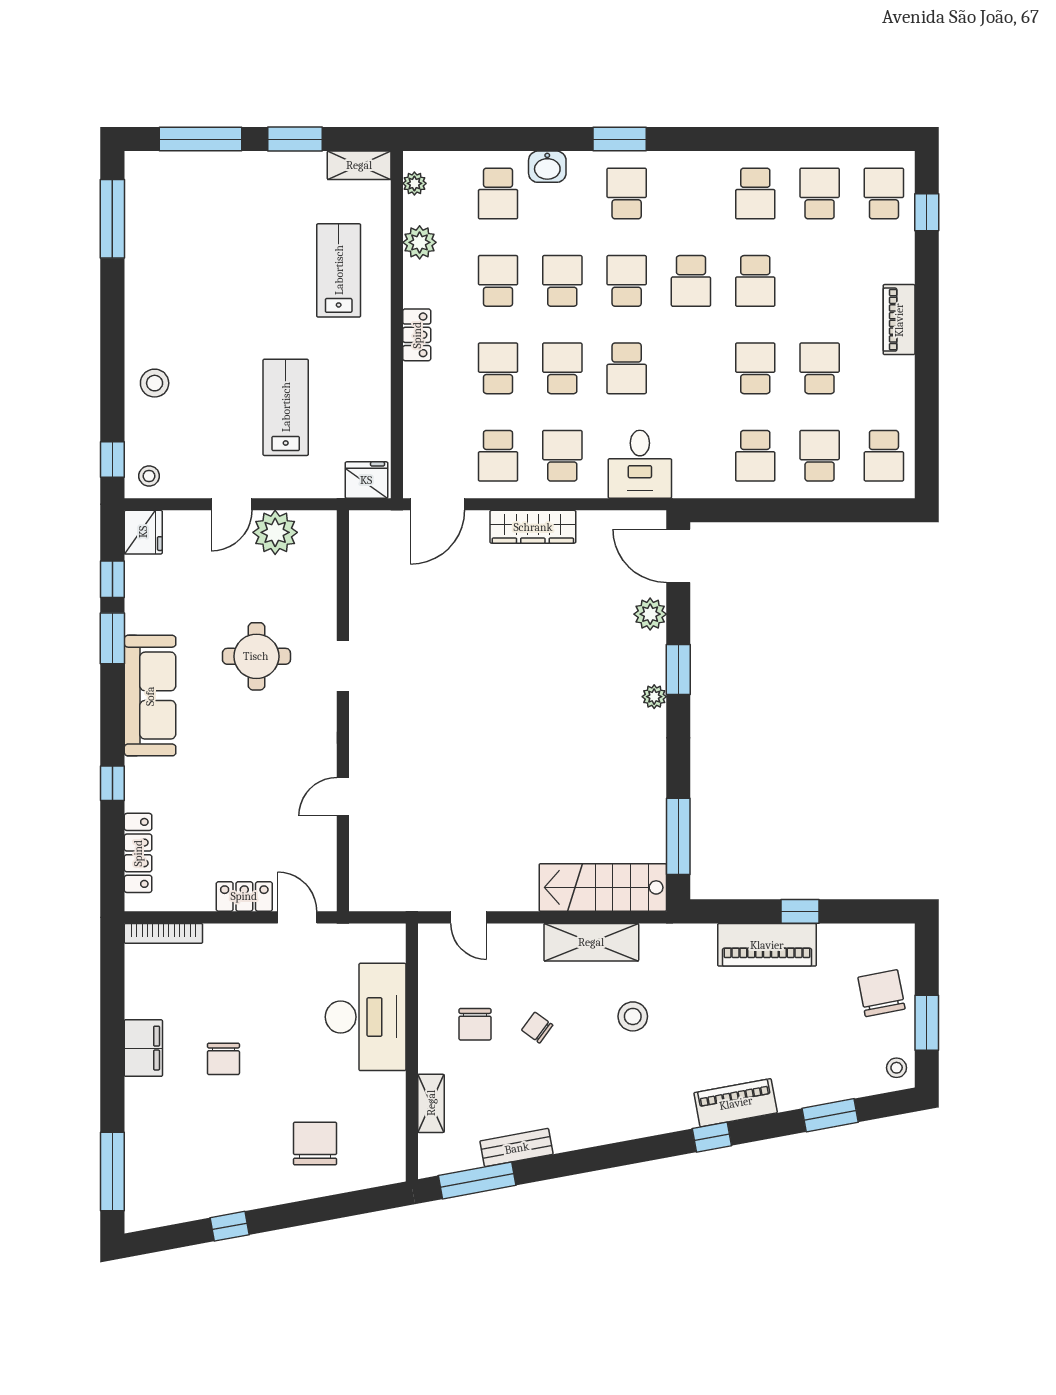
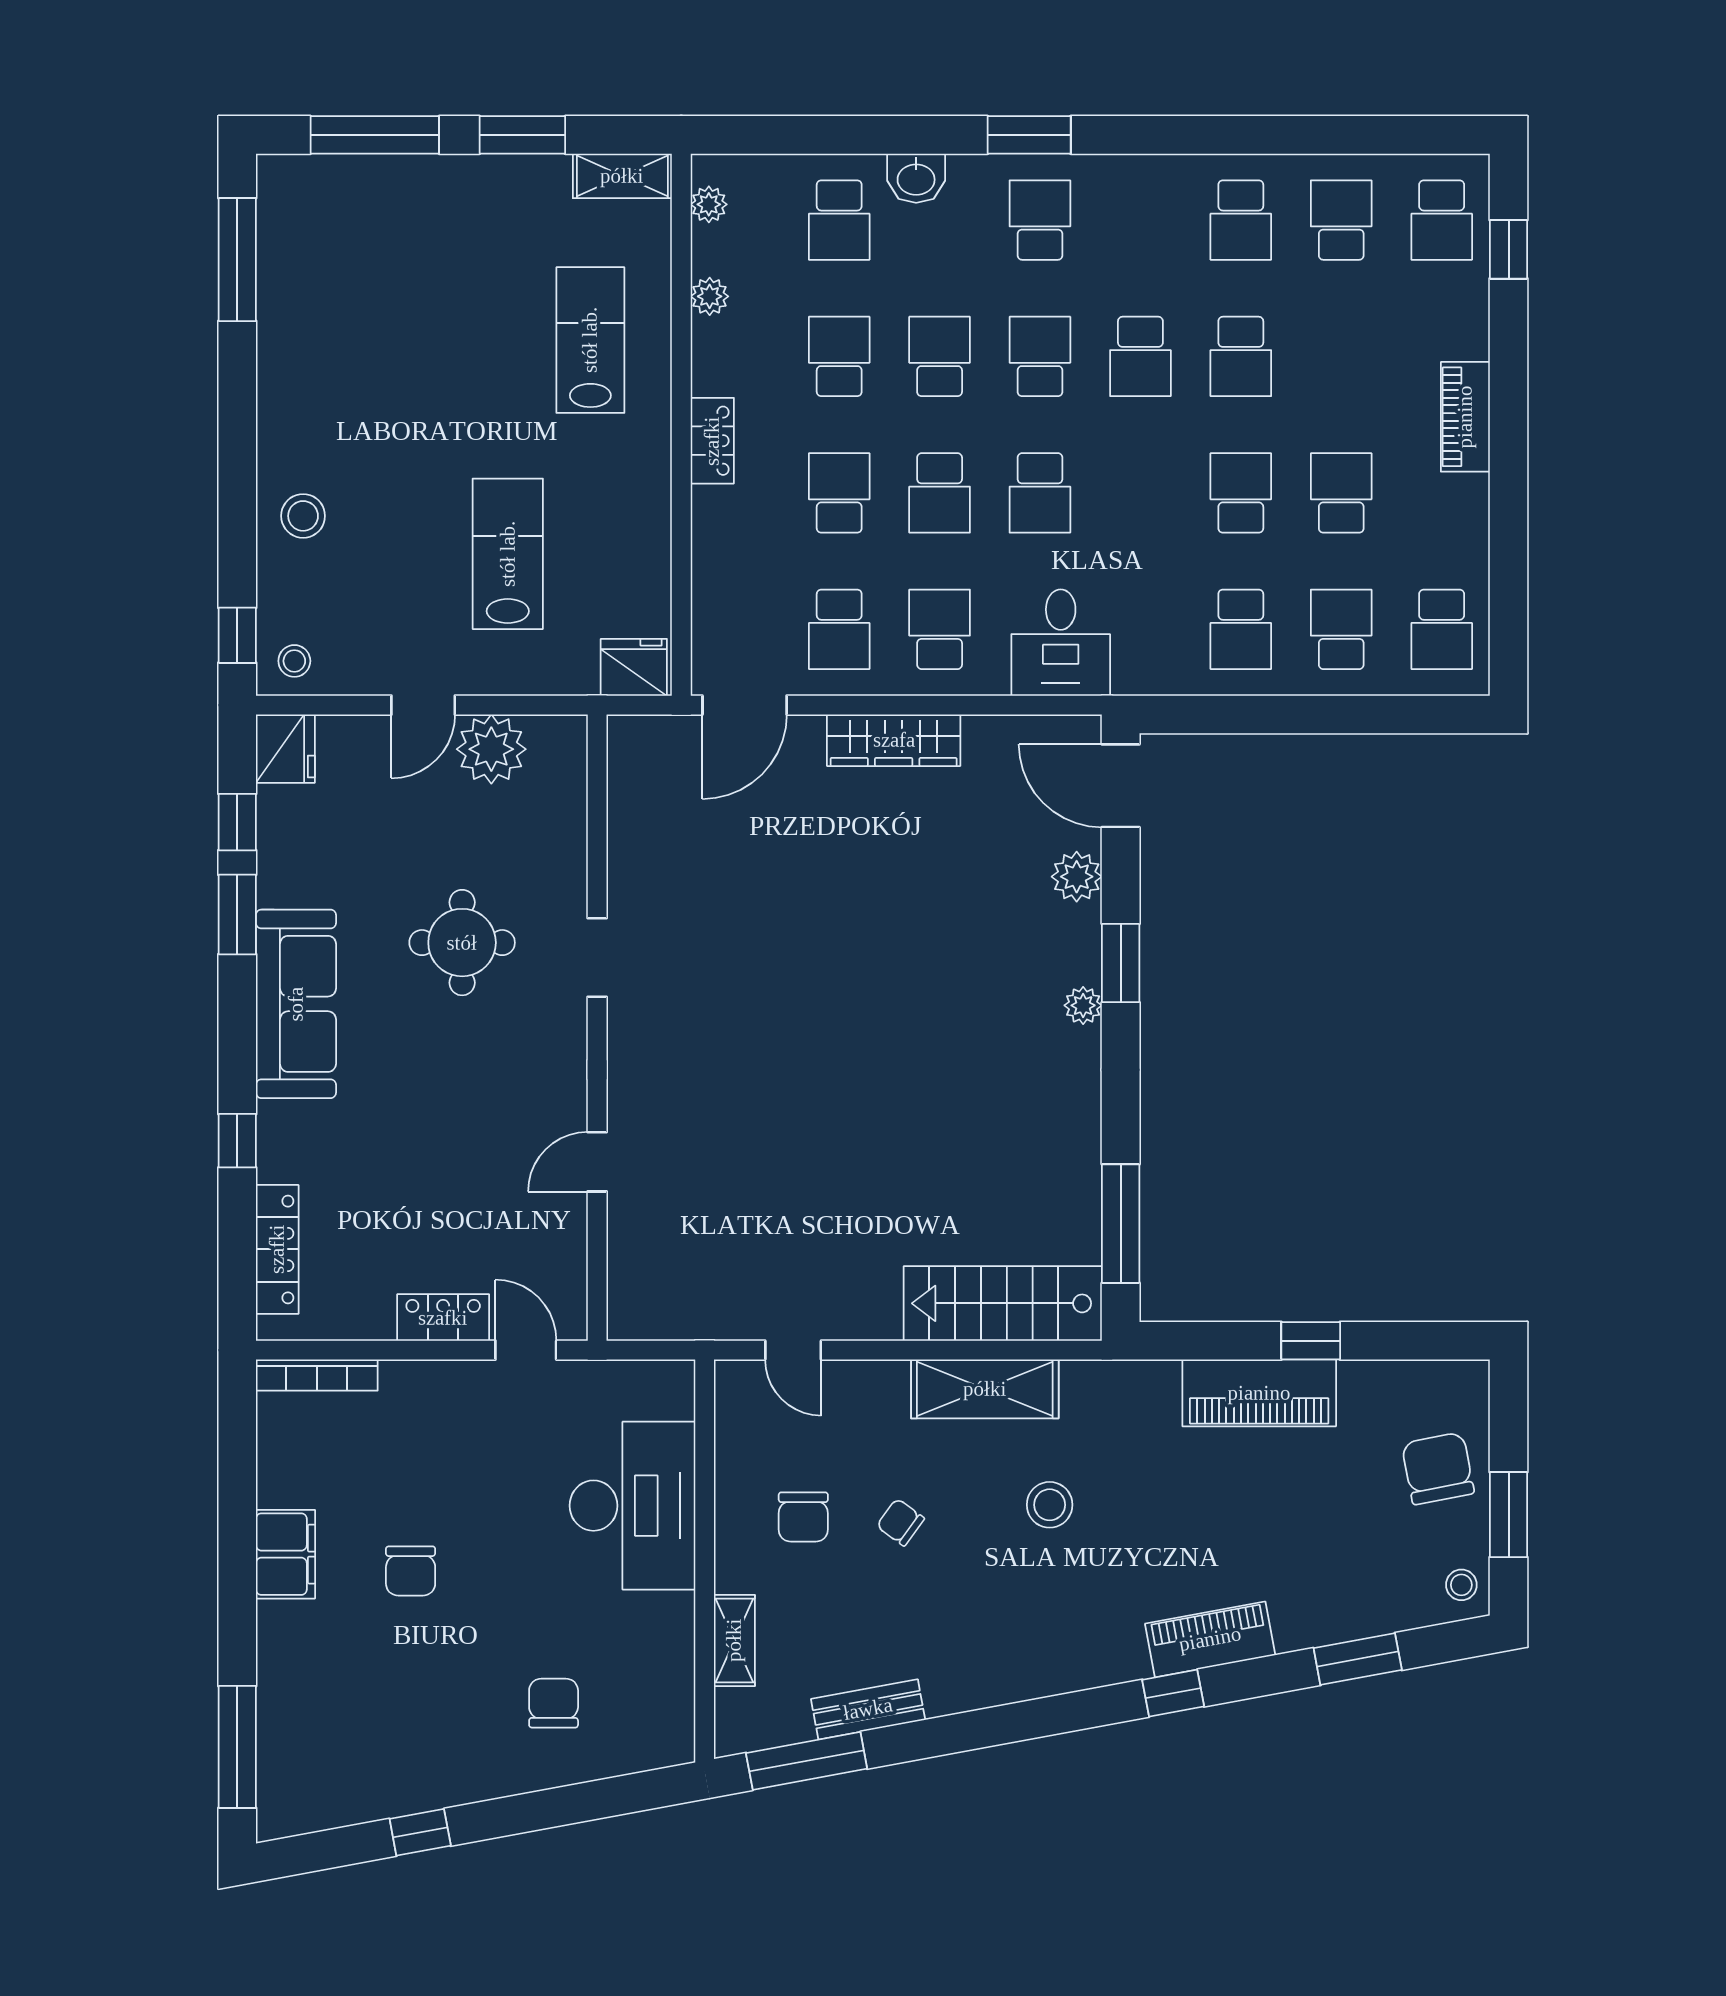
school desk: (884, 194) -> (1442, 220), turned 180
plant: (420, 242) -> (710, 296), width x0.73, depth x0.73
school desk: (562, 368) -> (940, 493), turned 180
chair: (315, 1144) -> (554, 1703), width x0.73, depth x0.73

